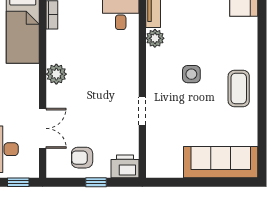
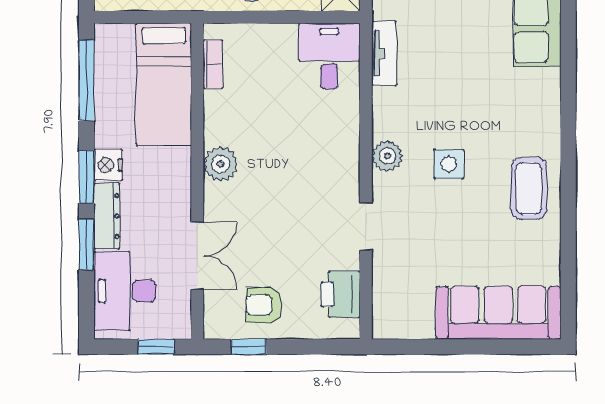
plant: (155, 38) -> (387, 156), moved
printer: (125, 166) -> (341, 294), moved, turned -90
window: (96, 182) -> (249, 347), moved

